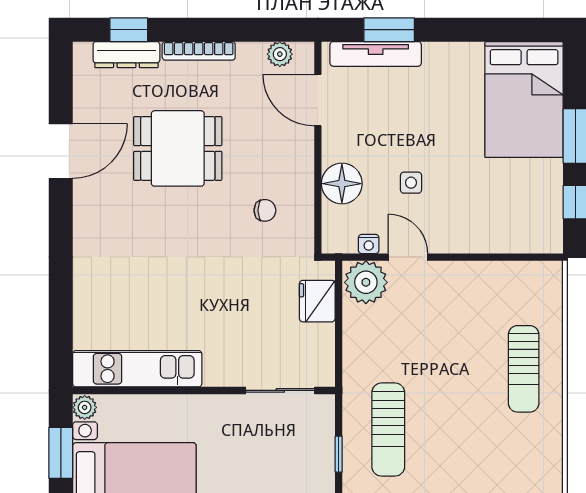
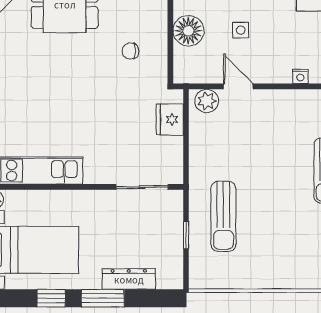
chair: (265, 210) -> (130, 51), turned 180
nightstand: (369, 244) -> (300, 76), moved
plant: (366, 282) -> (207, 101), width x0.73, depth x0.73

